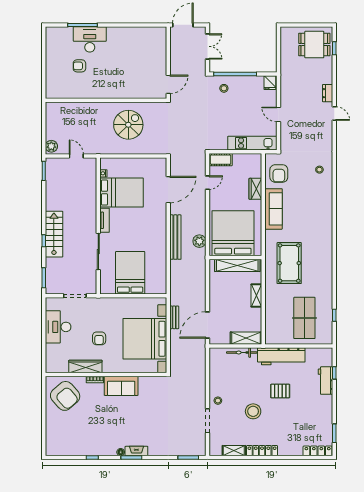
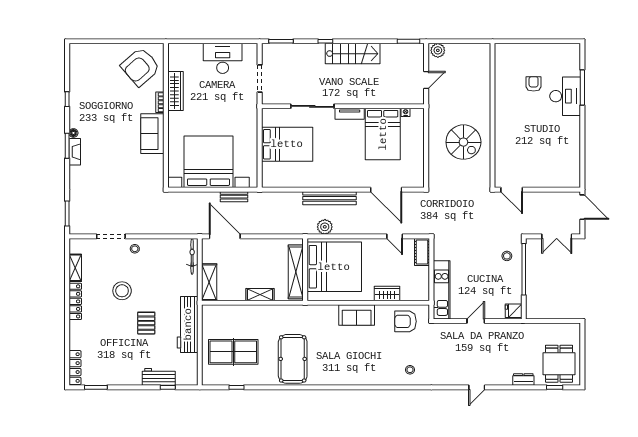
dresser: (328, 93) -> (523, 379), moved
sofa: (273, 209) -> (357, 315), width x0.73
stairs: (54, 234) -> (353, 54), moved
pool table: (289, 263) -> (293, 359), moved, turned 90
armchair: (99, 338) -> (209, 107), removed
bicycle: (242, 353) -> (192, 256), moved

